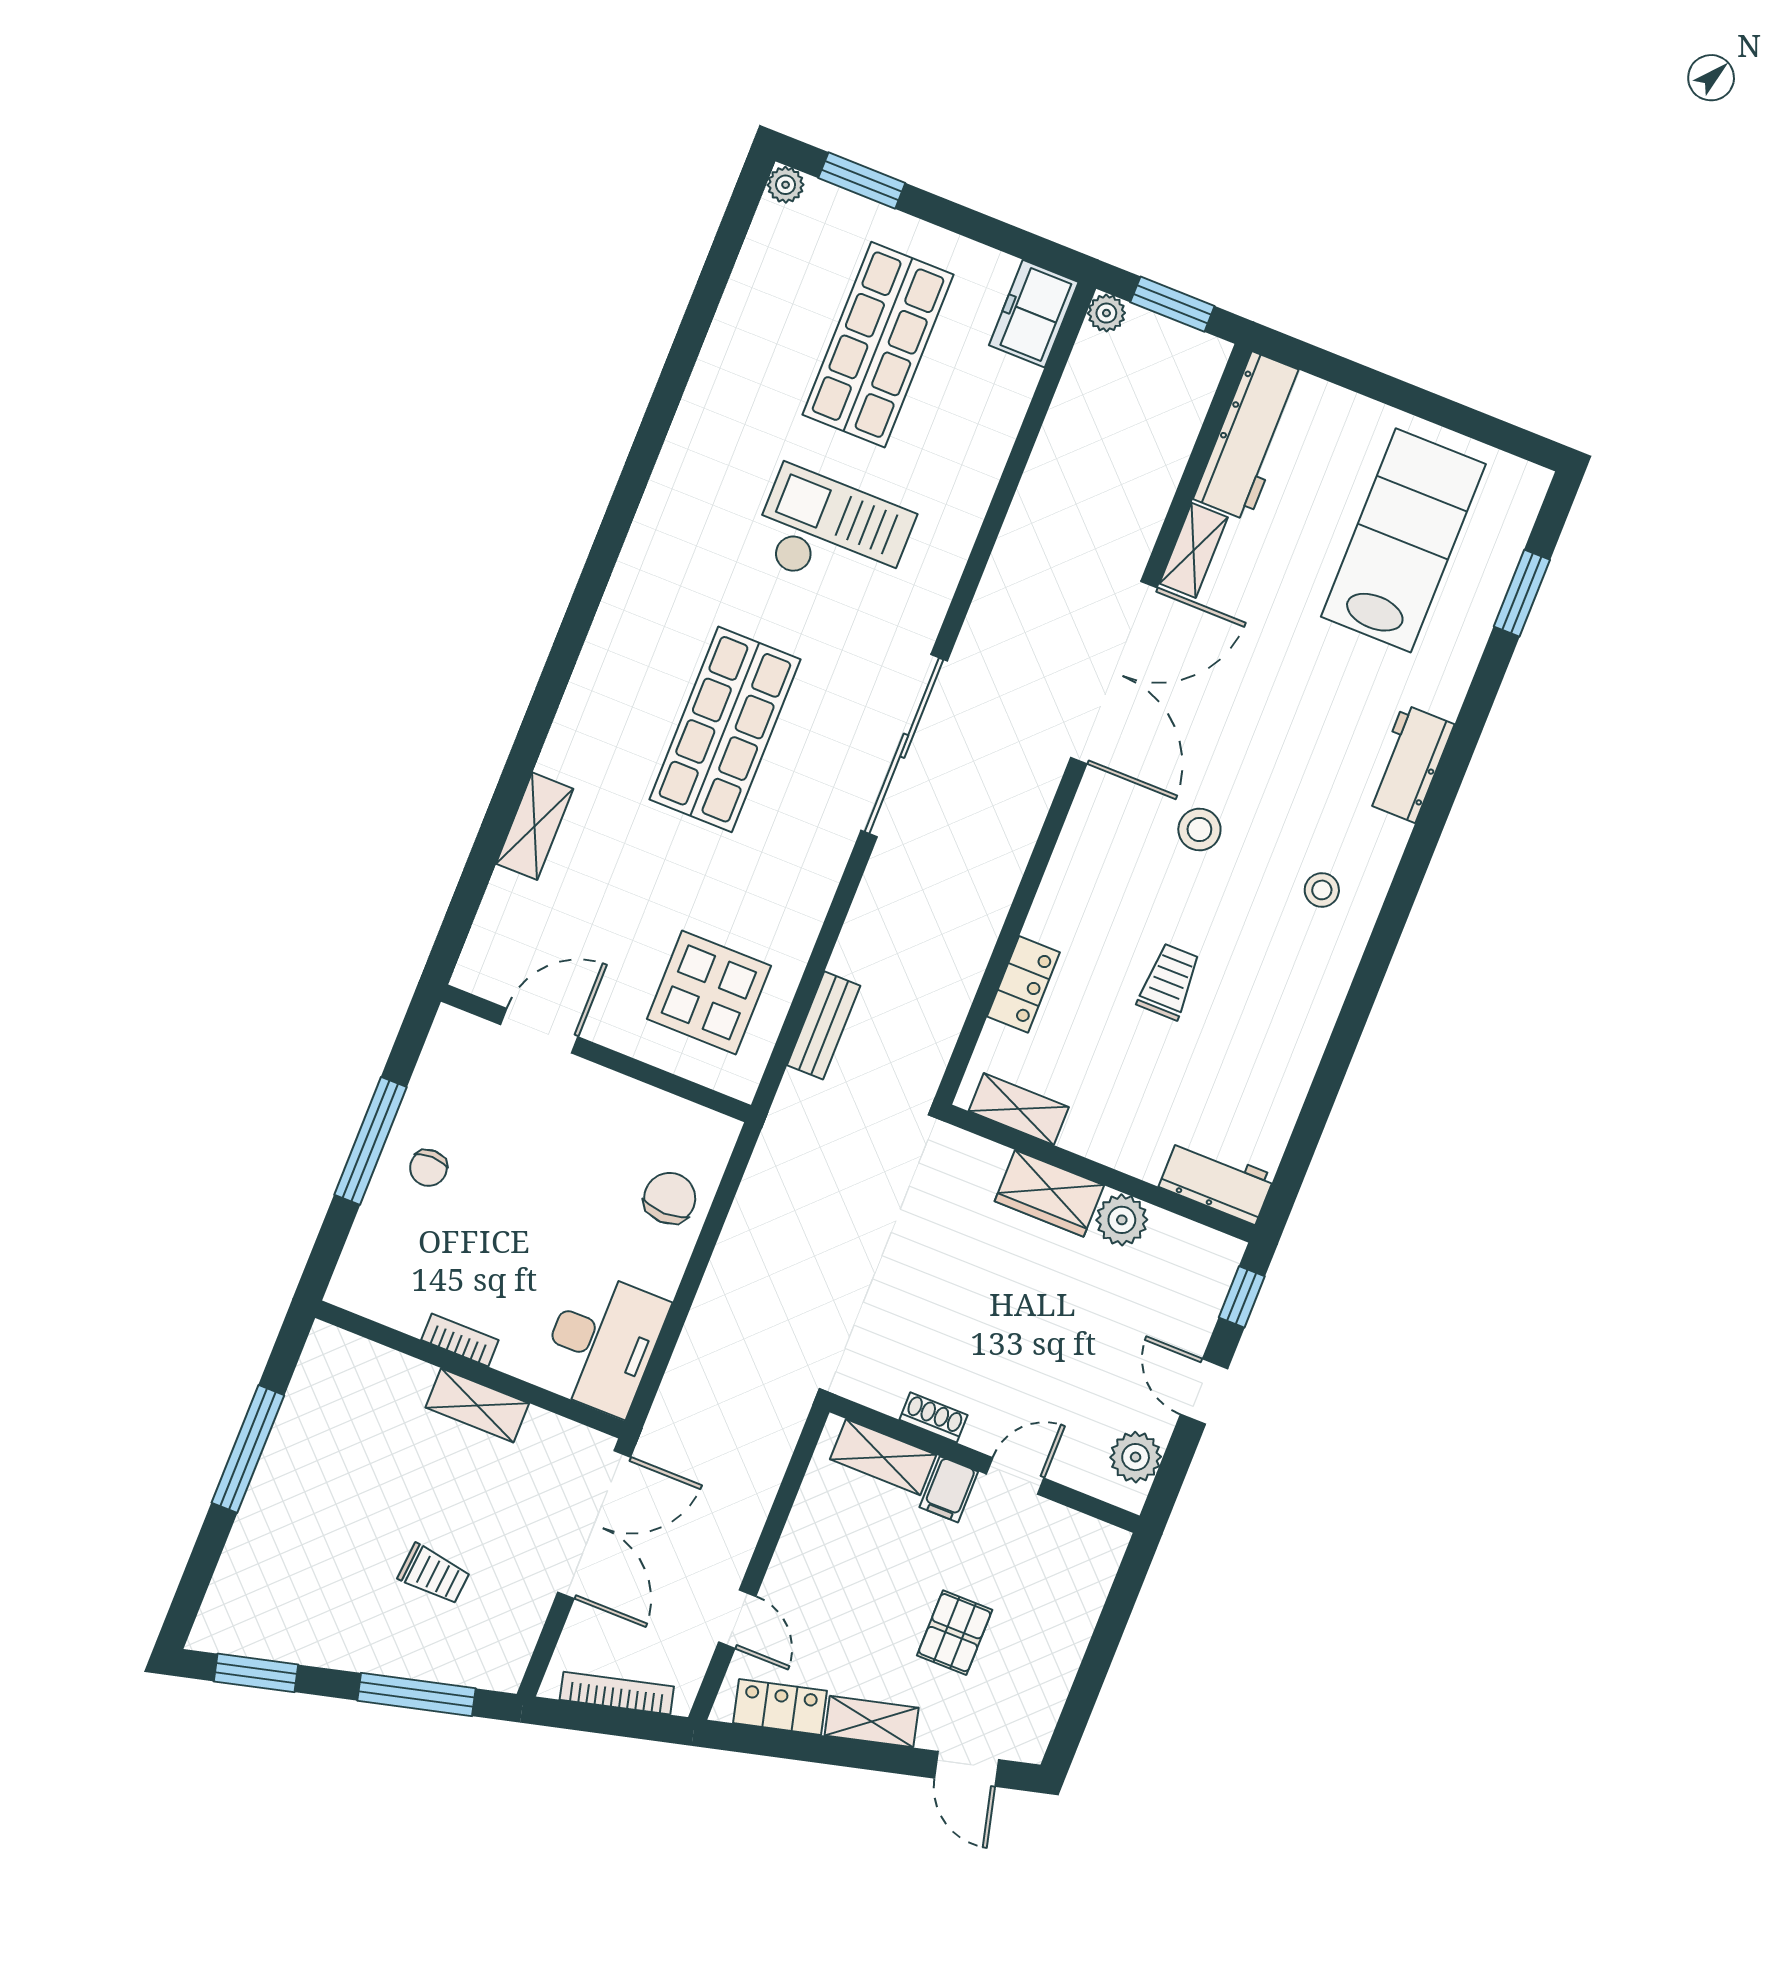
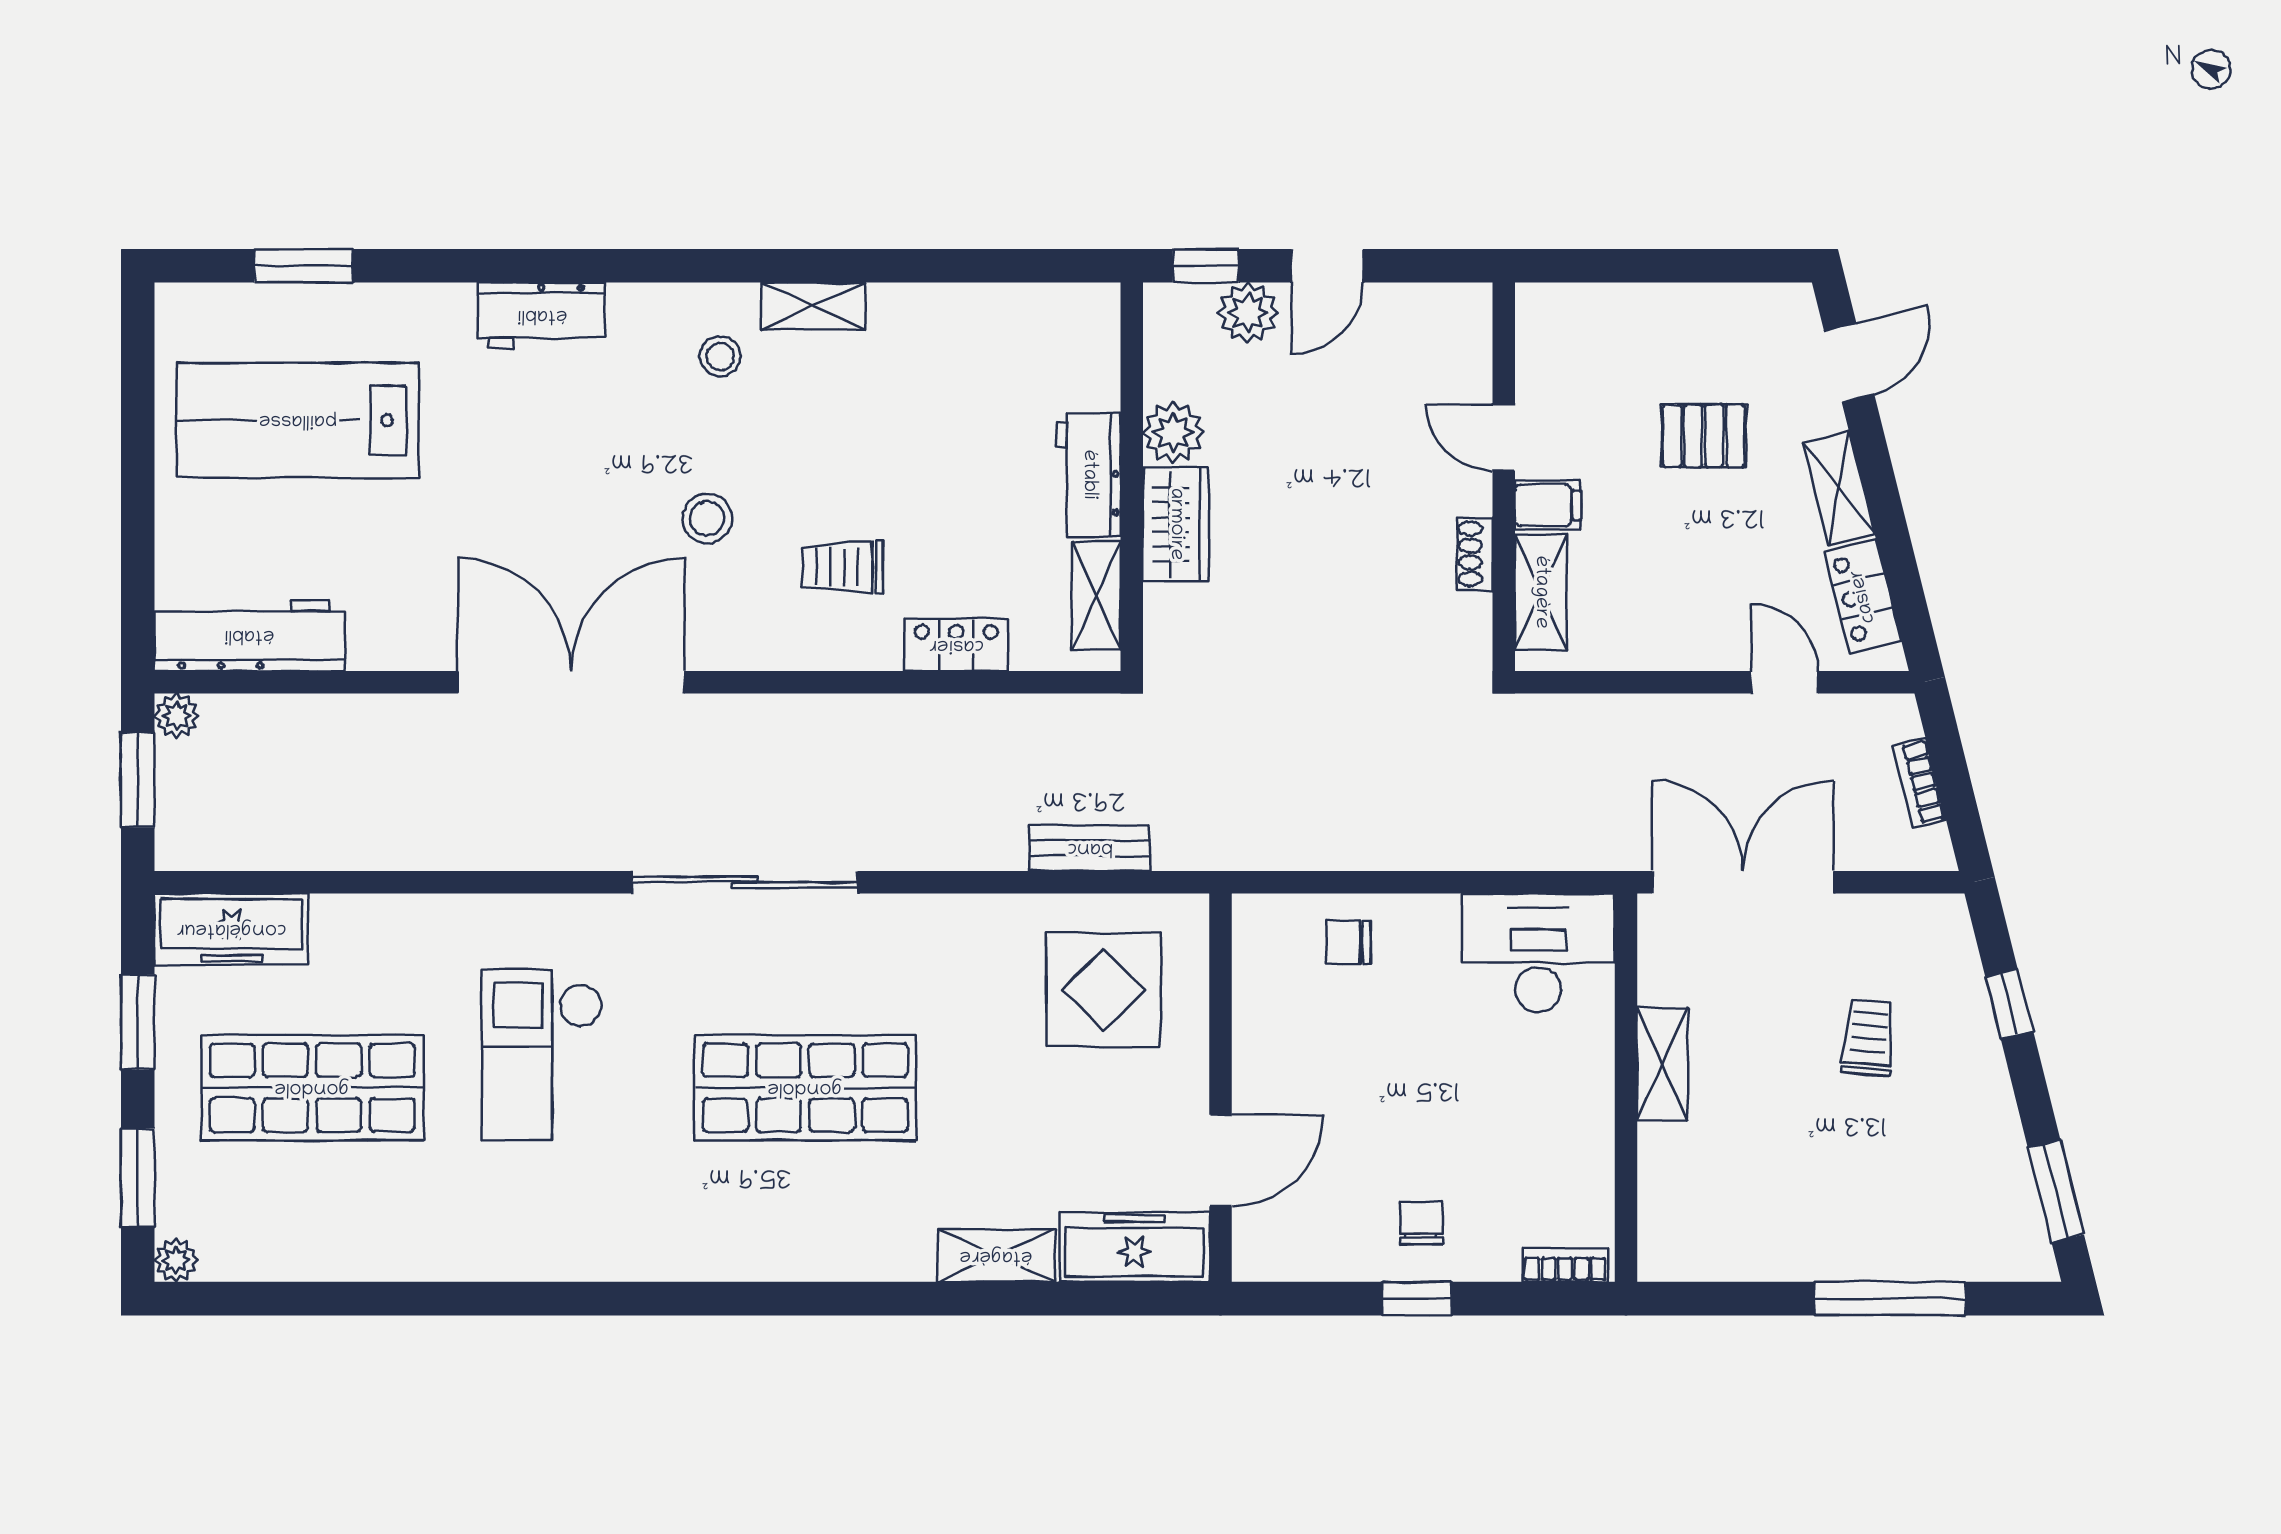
window: (983, 229) -> (138, 1022), added
plant: (1106, 313) -> (177, 716), moved
freezer: (1034, 314) -> (231, 929), width x1.40
shelving: (1194, 550) -> (813, 306), moved
freezer: (498, 937) -> (1134, 1247), added
trolley: (1169, 982) -> (843, 567), moved
door: (539, 1031) -> (1221, 1160), swing flipped
window: (370, 1141) -> (1417, 1299), width x0.46
chair: (428, 1168) -> (1421, 1223), turned -90
workbench: (1217, 1181) -> (1089, 475), moved
chair: (670, 1198) -> (1348, 942), width x0.73, depth x0.73
bookcase: (460, 1340) -> (1565, 1265), moved, turned 90
window: (248, 1449) -> (1890, 1299), moved
plant: (1136, 1457) -> (1248, 313), moved
door: (737, 1619) -> (1785, 682), hinge flipped
bookcase: (617, 1693) -> (1919, 783), width x0.64
window: (417, 1695) -> (2009, 1004), width x0.46

